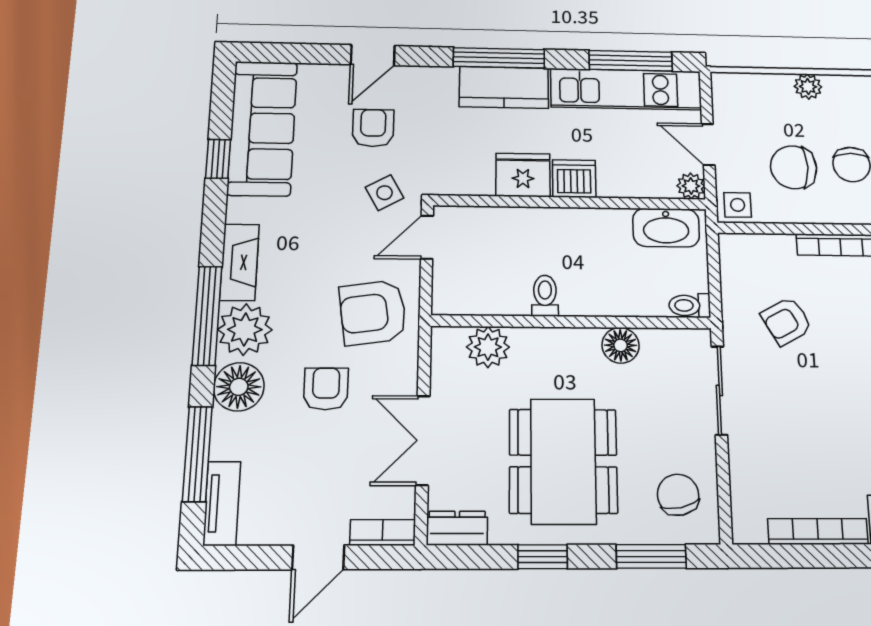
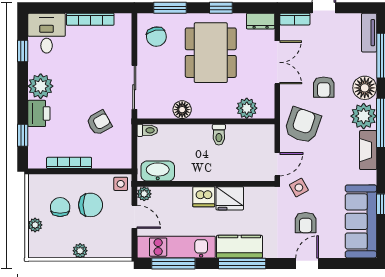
armchair: (373, 312) -> (303, 125), turned -63

